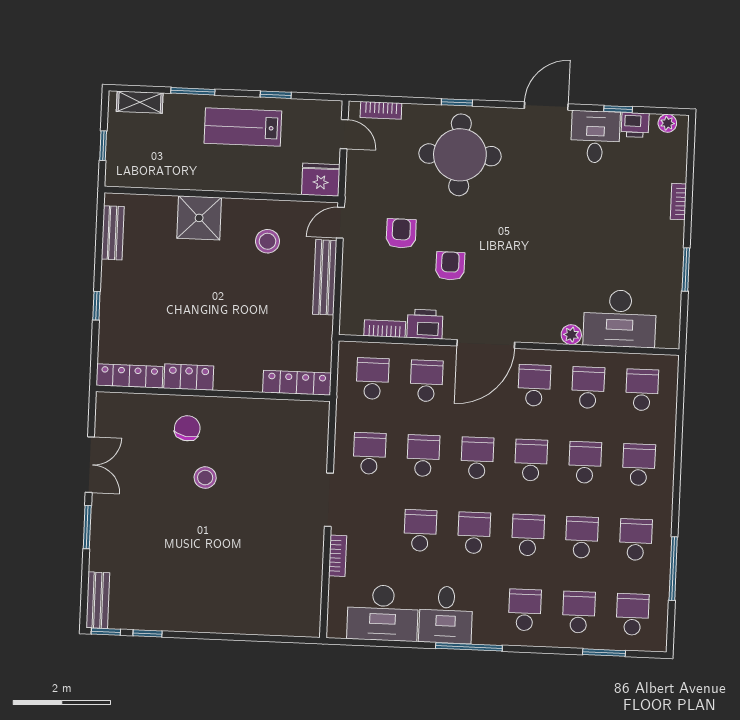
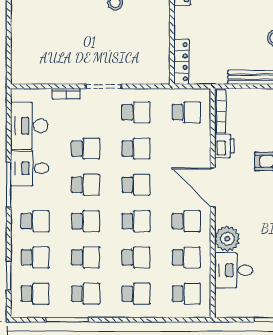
desk: (620, 318) -> (234, 270), width x0.73
bookcase: (385, 329) -> (220, 111), width x1.56
plant: (571, 335) -> (227, 239), width x1.88, depth x1.88
school desk: (426, 381) -> (186, 149), removed

